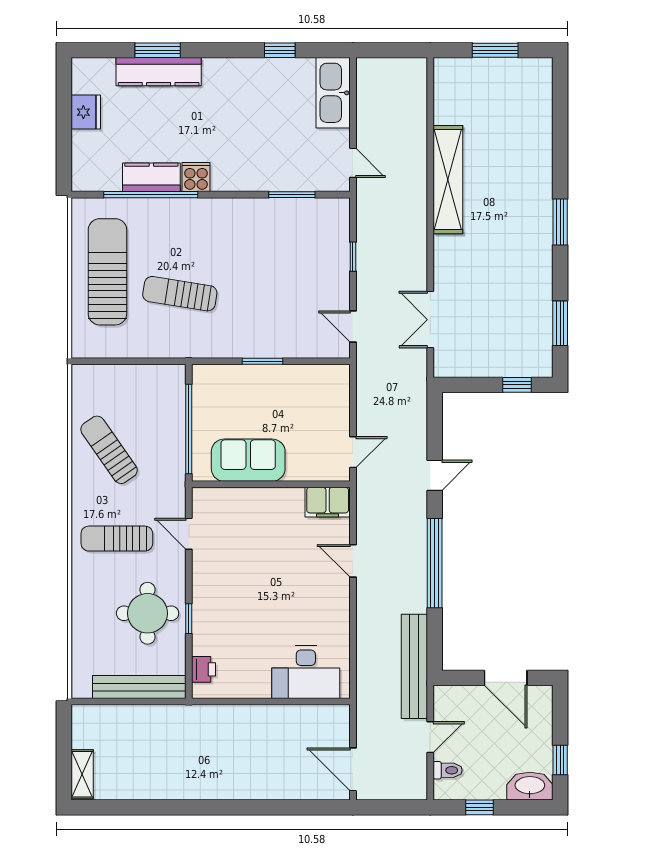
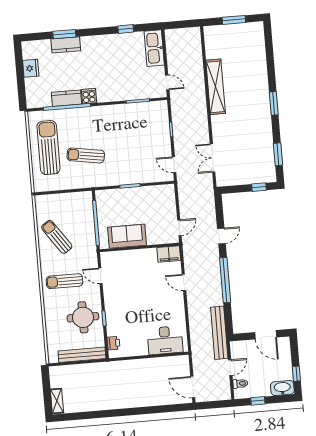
kitchen counter: (159, 72) -> (66, 45), width x0.67

